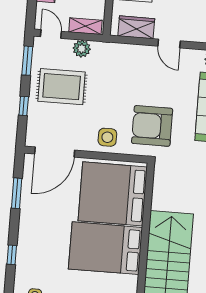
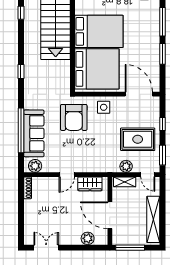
door: (169, 43) -> (67, 175), swing flipped
armchair: (152, 126) -> (74, 117), turned 90
door: (55, 152) -> (139, 94), hinge flipped
window: (17, 193) -> (163, 54), moved
window: (12, 255) -> (163, 22), width x2.17

